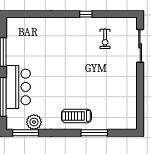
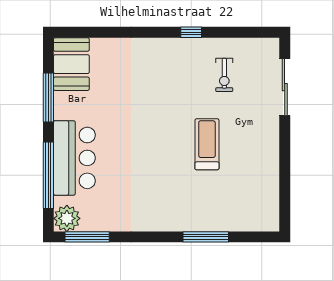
booth: (16, 33) -> (71, 64), added
treadmill: (76, 116) -> (207, 144), moved, turned 90
plant: (34, 122) -> (67, 218), moved

